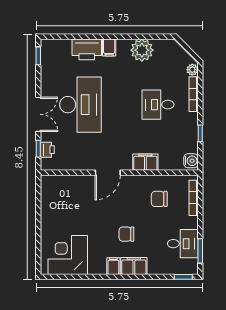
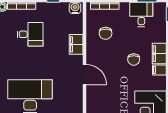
desk: (158, 105) -> (30, 34), turned -90

